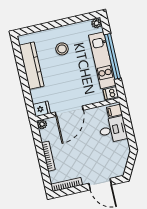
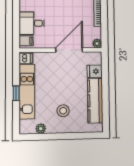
plant: (97, 23) -> (41, 129), moved
window: (113, 56) -> (16, 93), width x0.32
fridge: (42, 109) -> (95, 71), moved

